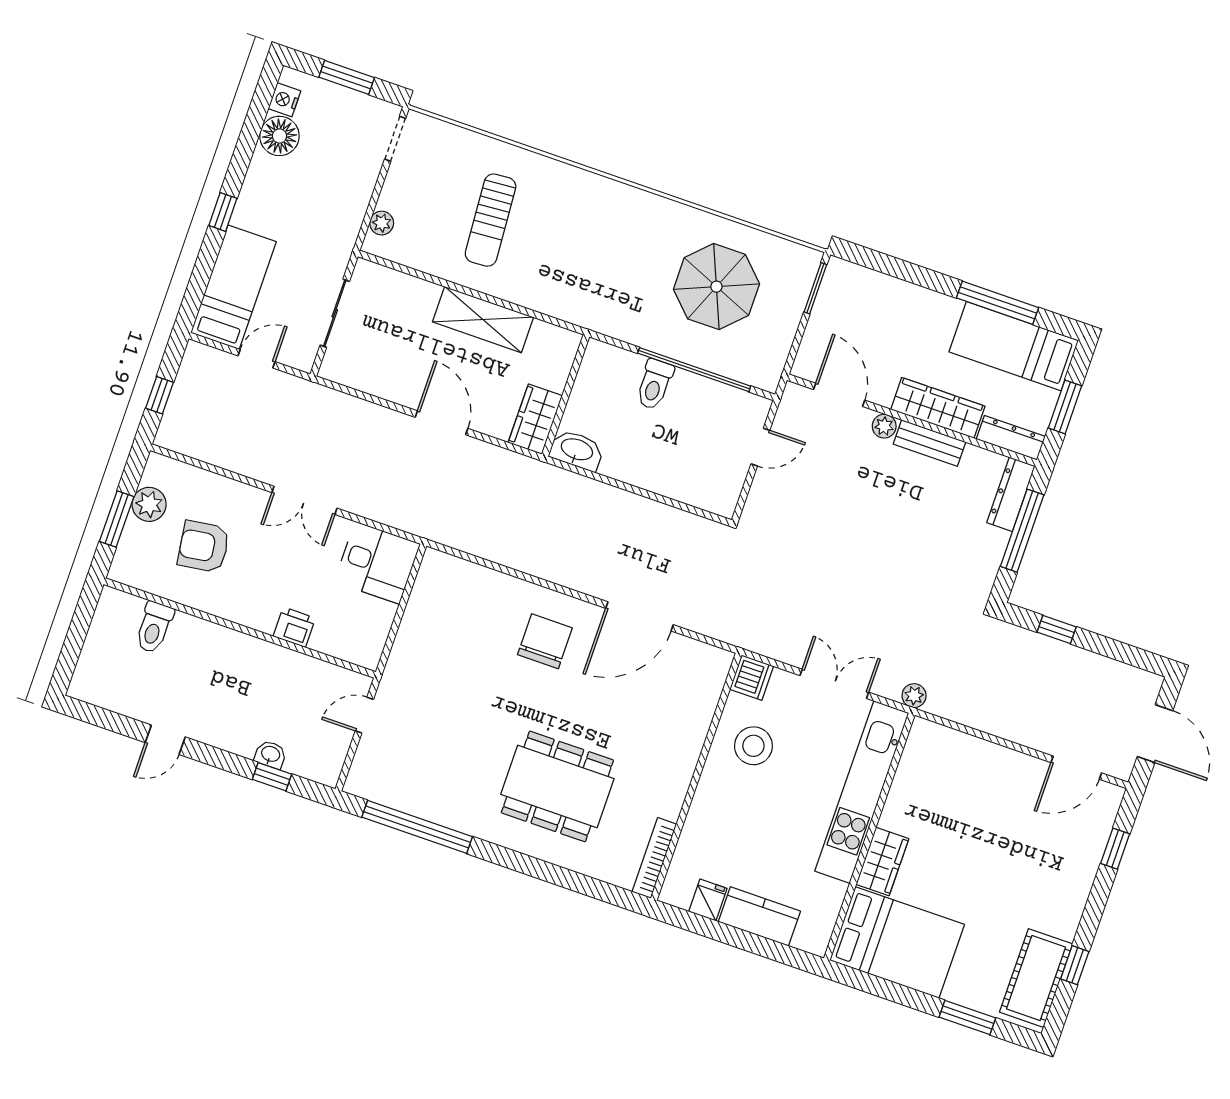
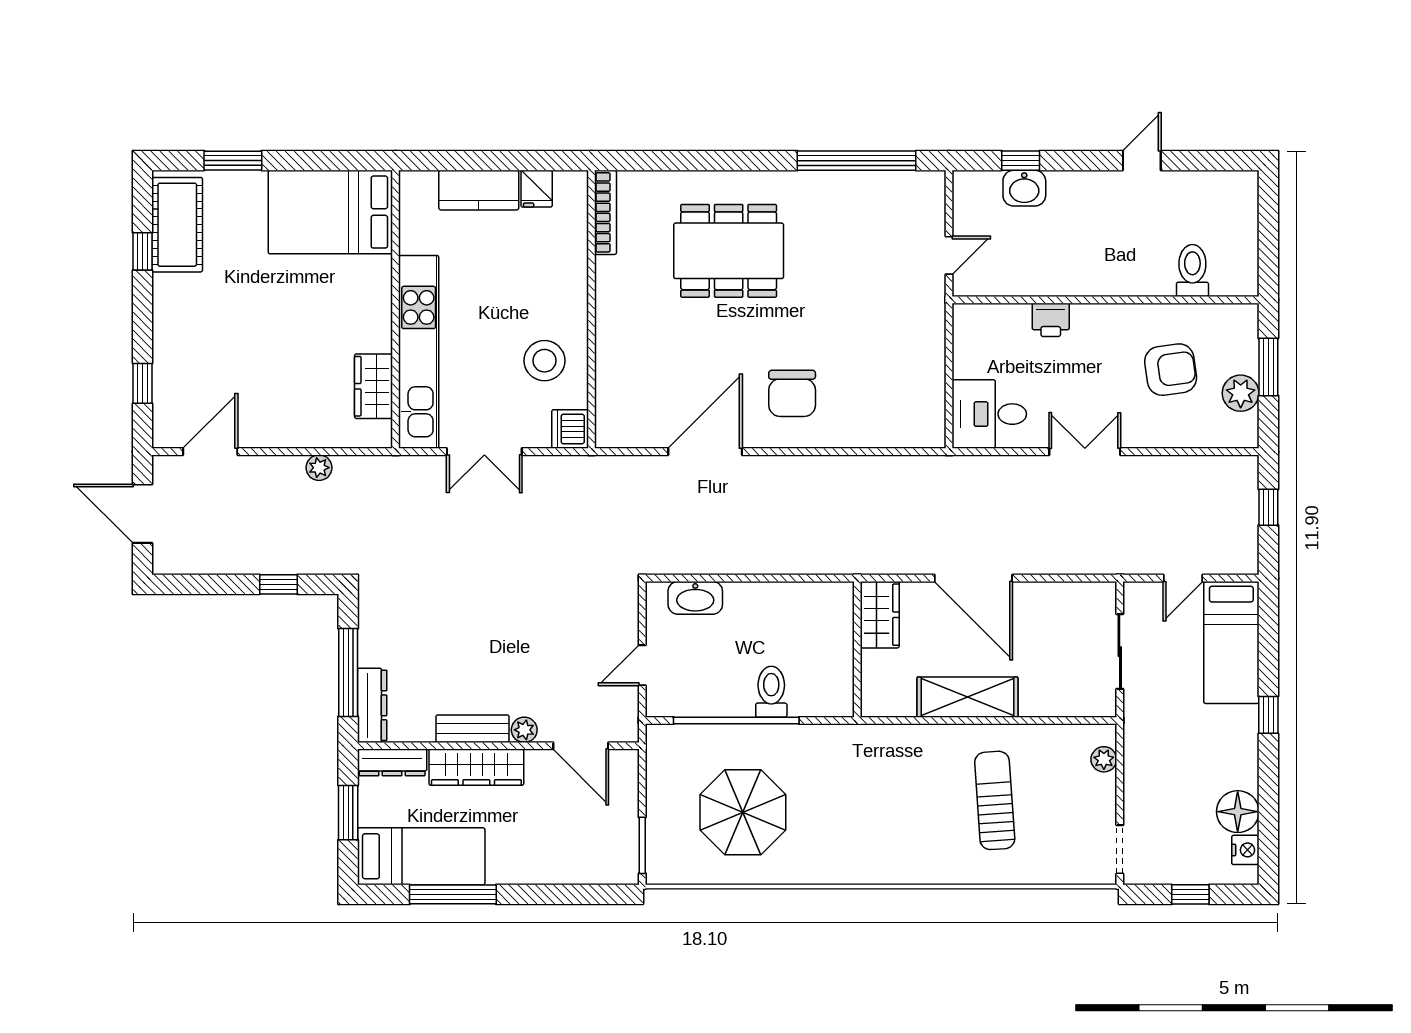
window: (347, 77) -> (1190, 894), width x0.67
door: (442, 423) -> (973, 578), width x1.36
washbasin: (577, 450) -> (695, 598), moved
plant: (914, 696) -> (319, 468), moved
washbasin: (270, 755) -> (1024, 188), width x1.38, depth x1.45
wardrobe: (882, 861) -> (374, 386), moved

